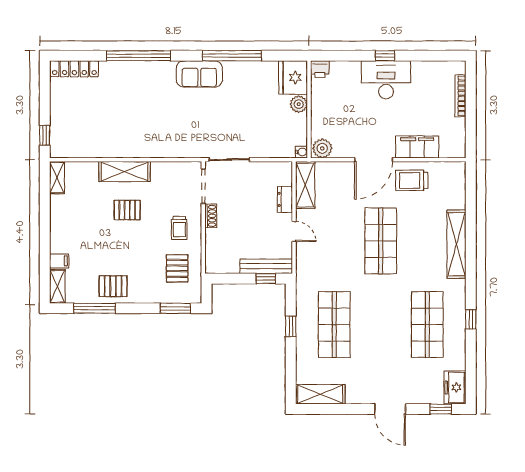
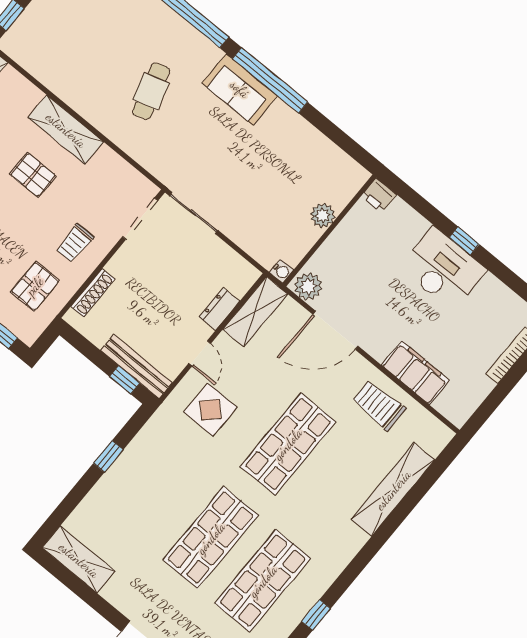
window: (232, 56) -> (270, 80), moved
fridge: (293, 77) -> (341, 180), removed
cafe table: (153, 114) -> (151, 91), added
door: (374, 160) -> (335, 330), moved
shoe rack: (211, 216) -> (93, 293), moved, width x1.43
shelving: (456, 244) -> (393, 490), moved
display table: (324, 257) -> (210, 410), added
shop shelf: (334, 325) -> (211, 538), moved

